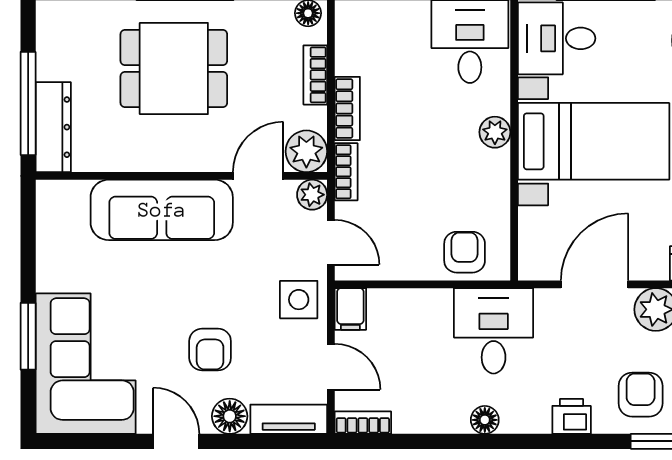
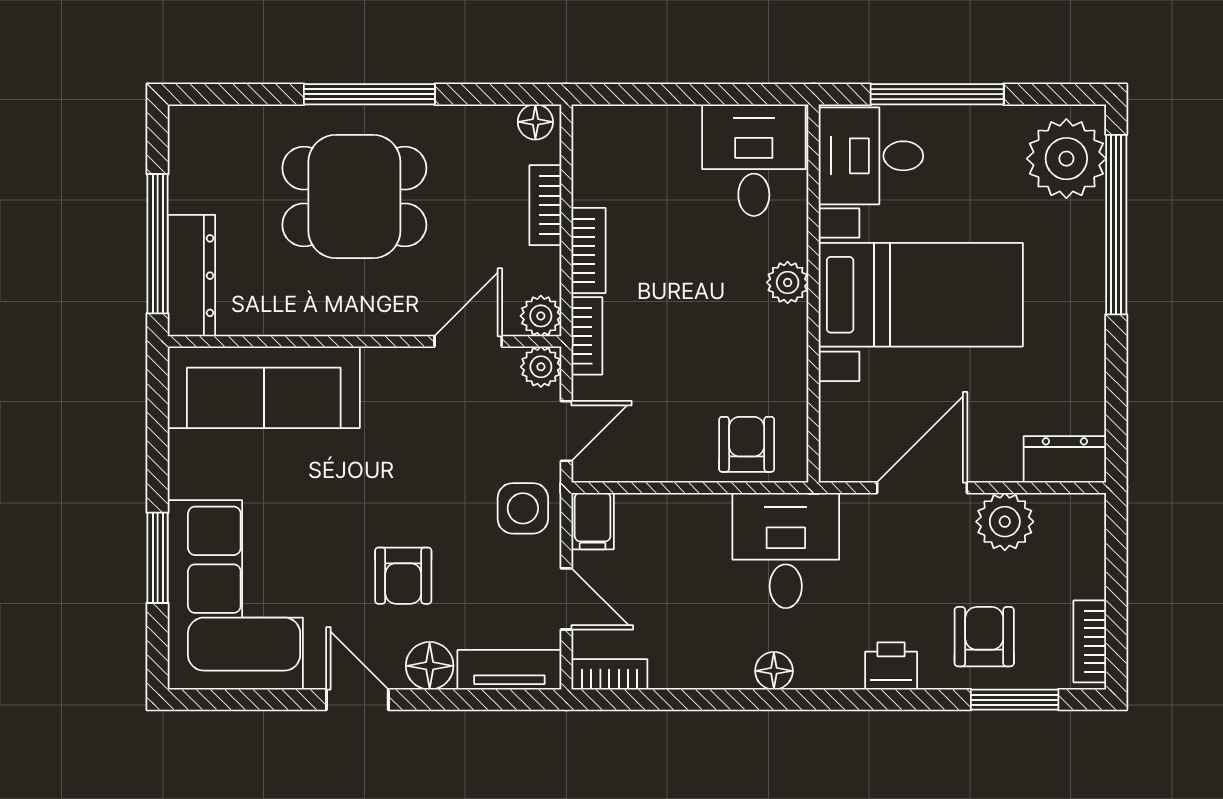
plant: (306, 151) -> (541, 316), width x0.73, depth x0.73
sofa: (162, 210) -> (264, 387), moved
door: (331, 242) -> (566, 431), hinge flipped

